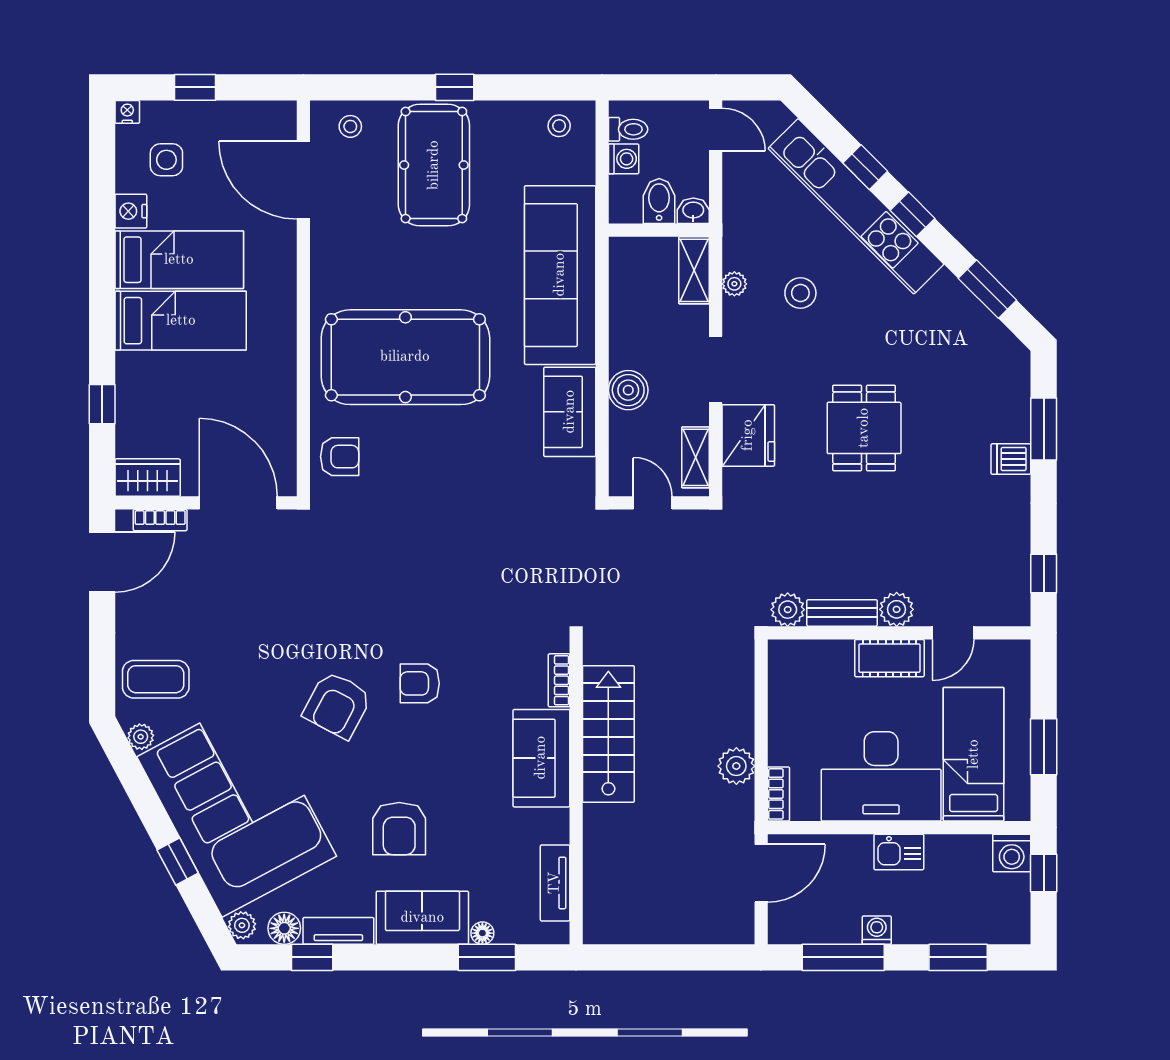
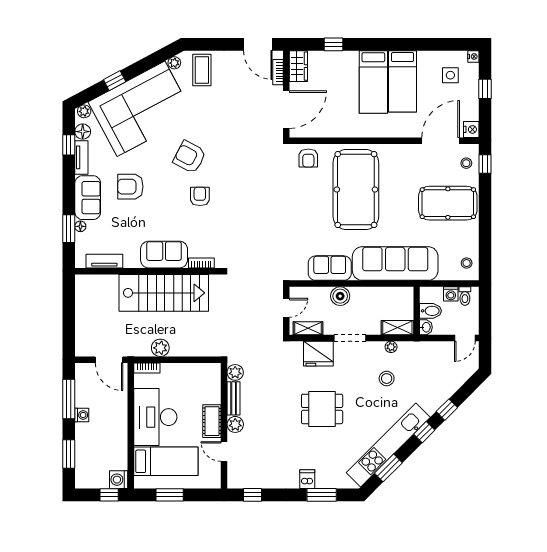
window: (455, 87) -> (485, 164), moved
kitchen unit: (856, 206) -> (388, 445), moved
nightstand: (131, 211) -> (471, 129), moved, turned 90
stairs: (608, 734) -> (164, 293), width x1.36, depth x1.51
kitchen sink: (899, 852) -> (119, 426), removed

